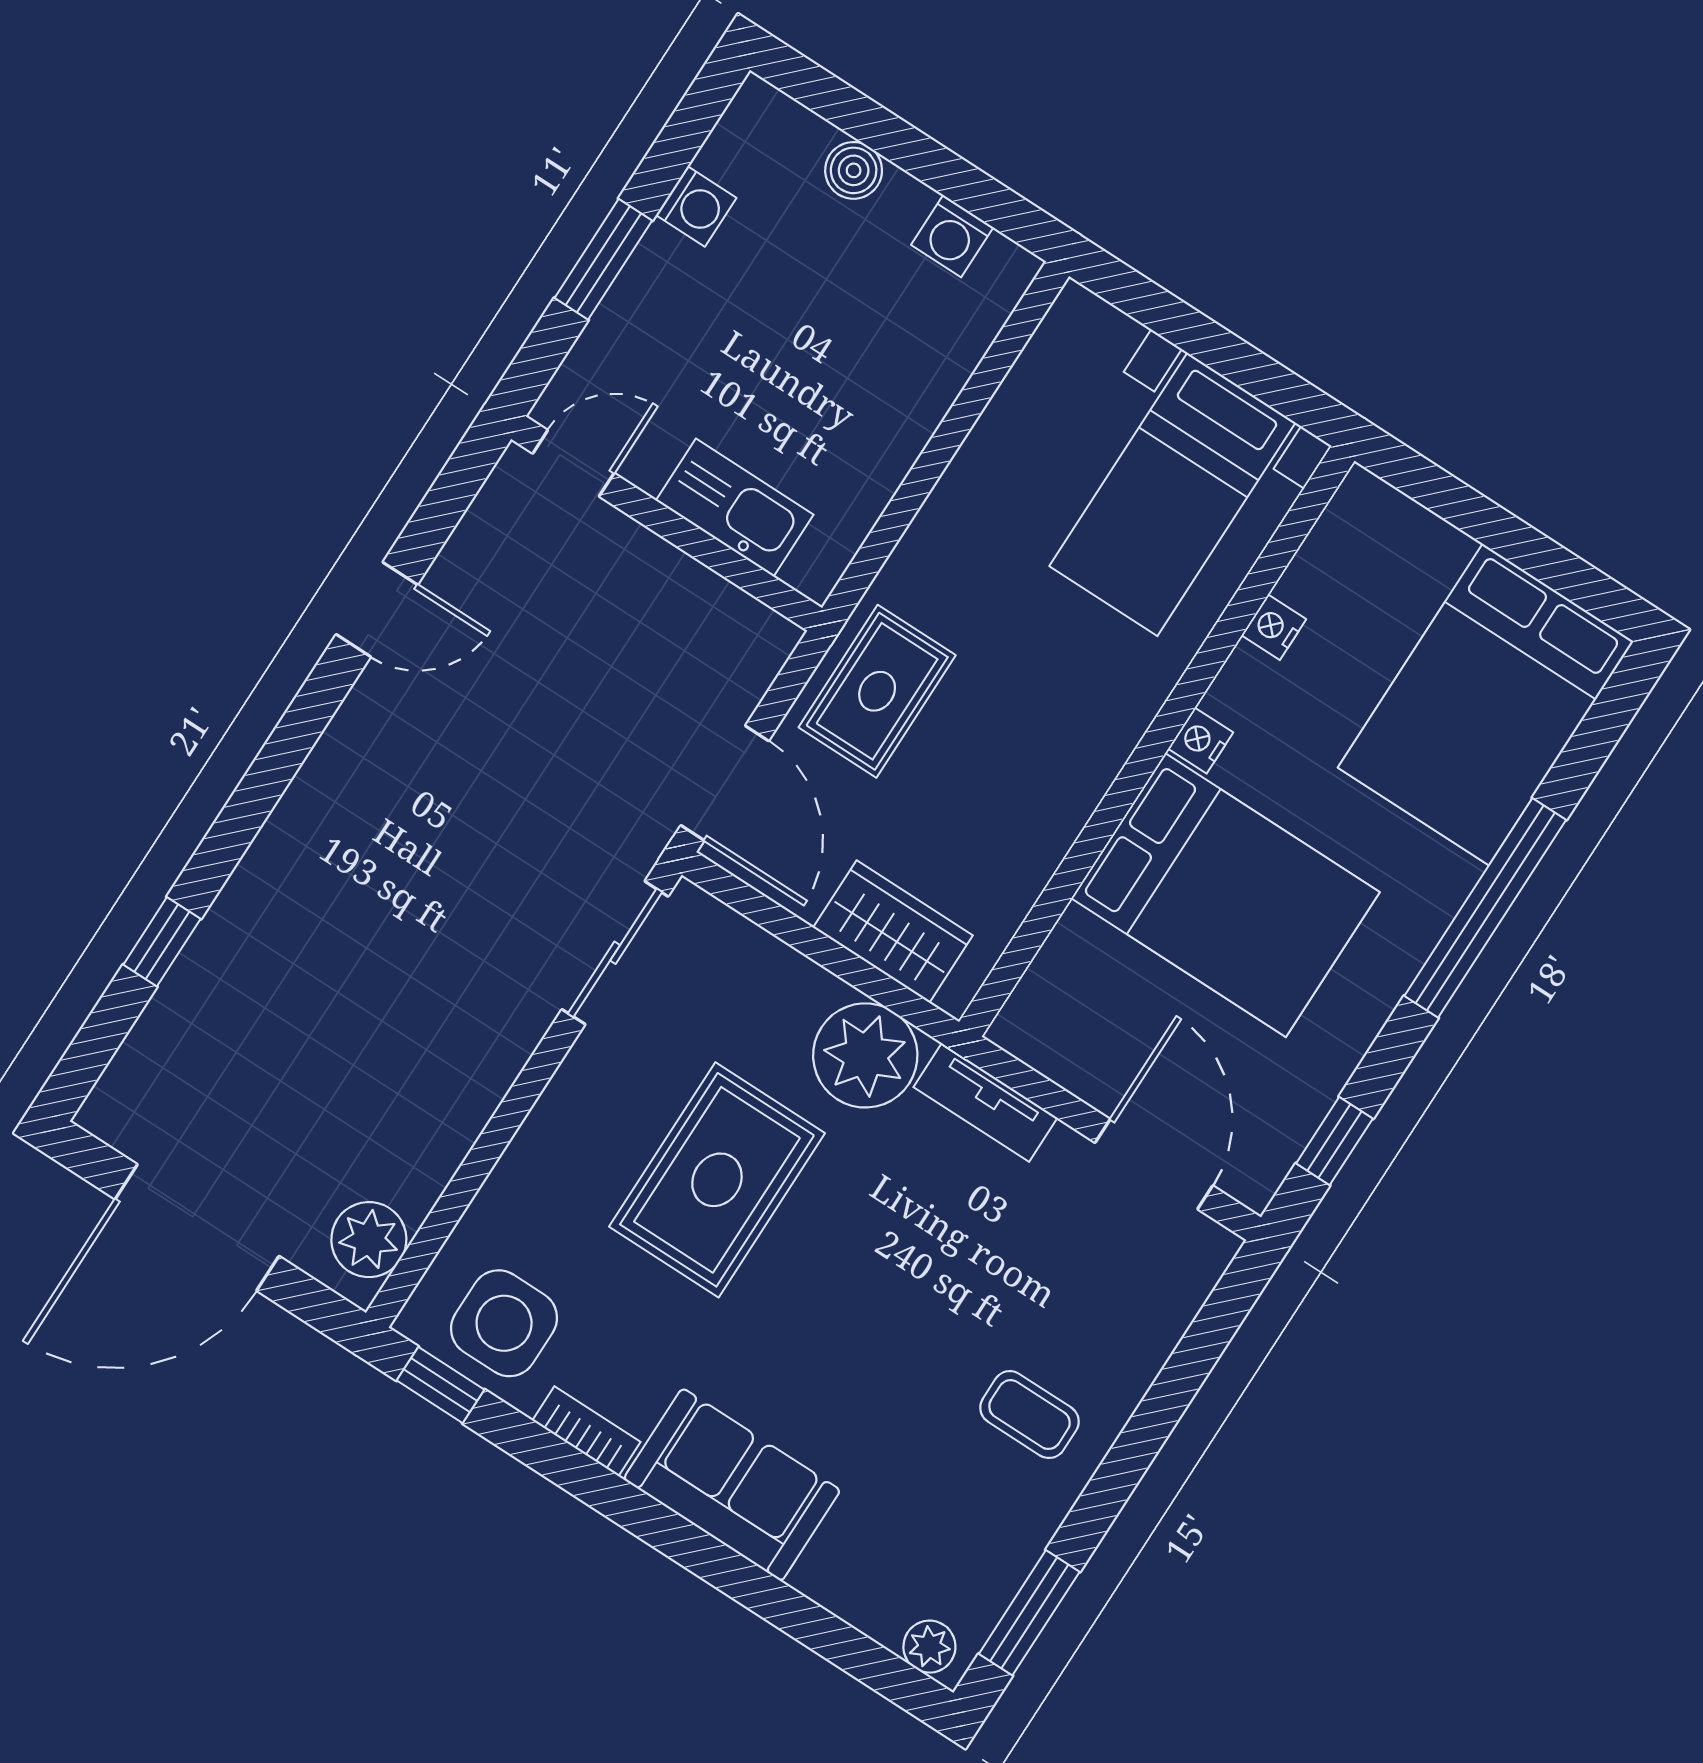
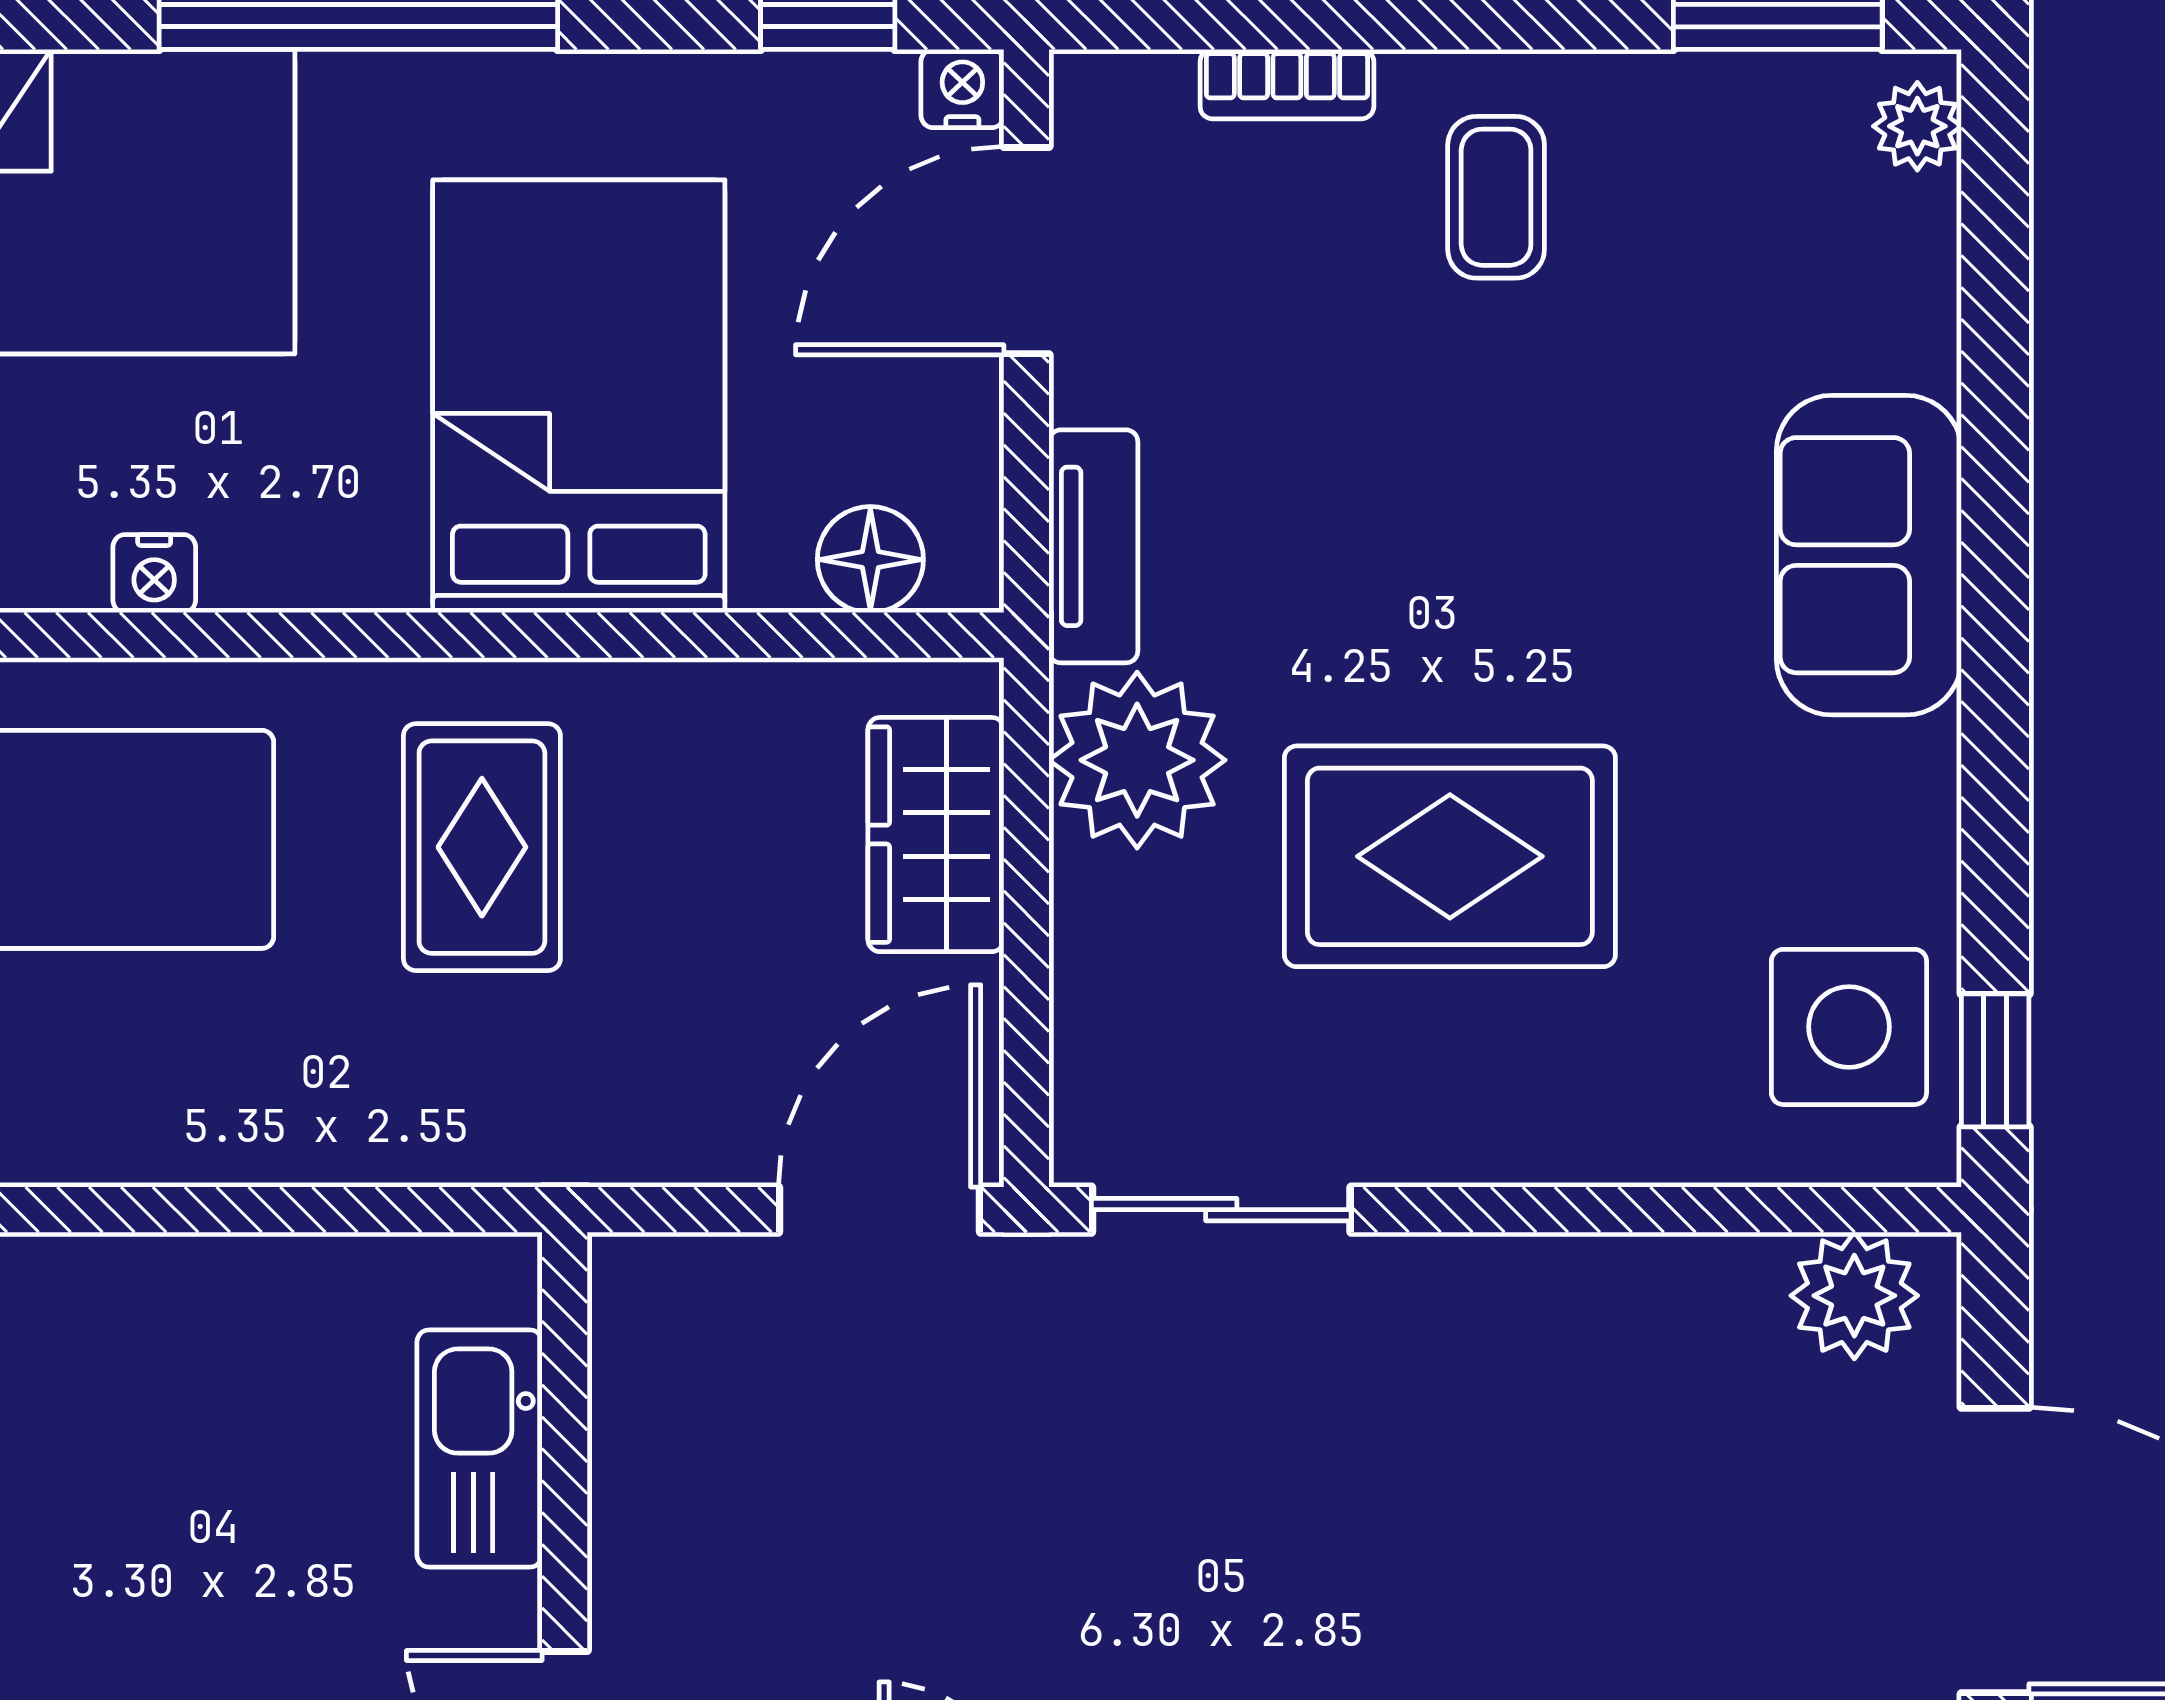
rug: (877, 691) -> (482, 847), moved, turned 90
nightstand: (1201, 740) -> (962, 89), moved, turned 180
floor lamp: (1051, 987) -> (870, 560), added
bookcase: (586, 1431) -> (1287, 84), moved, turned -90

